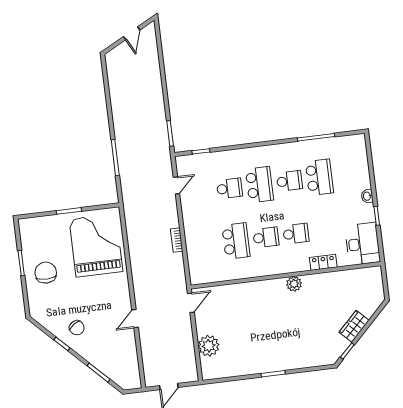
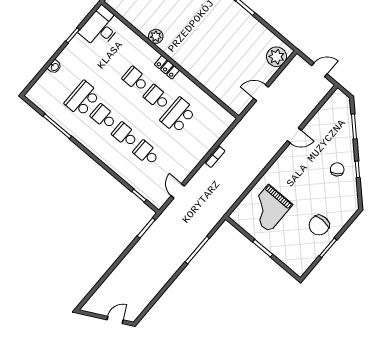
door: (132, 33) -> (115, 320), moved
door: (176, 185) -> (178, 191), hinge flipped
school desk: (259, 185) -> (125, 135), width x0.54
washbasin: (367, 196) -> (55, 67), moved
grand piano: (96, 245) -> (269, 208), width x0.73, depth x0.68
locker: (323, 262) -> (167, 67), moved
plant: (294, 284) -> (156, 36), moved
door: (191, 303) -> (261, 93), moved
plant: (209, 346) -> (276, 57), moved

